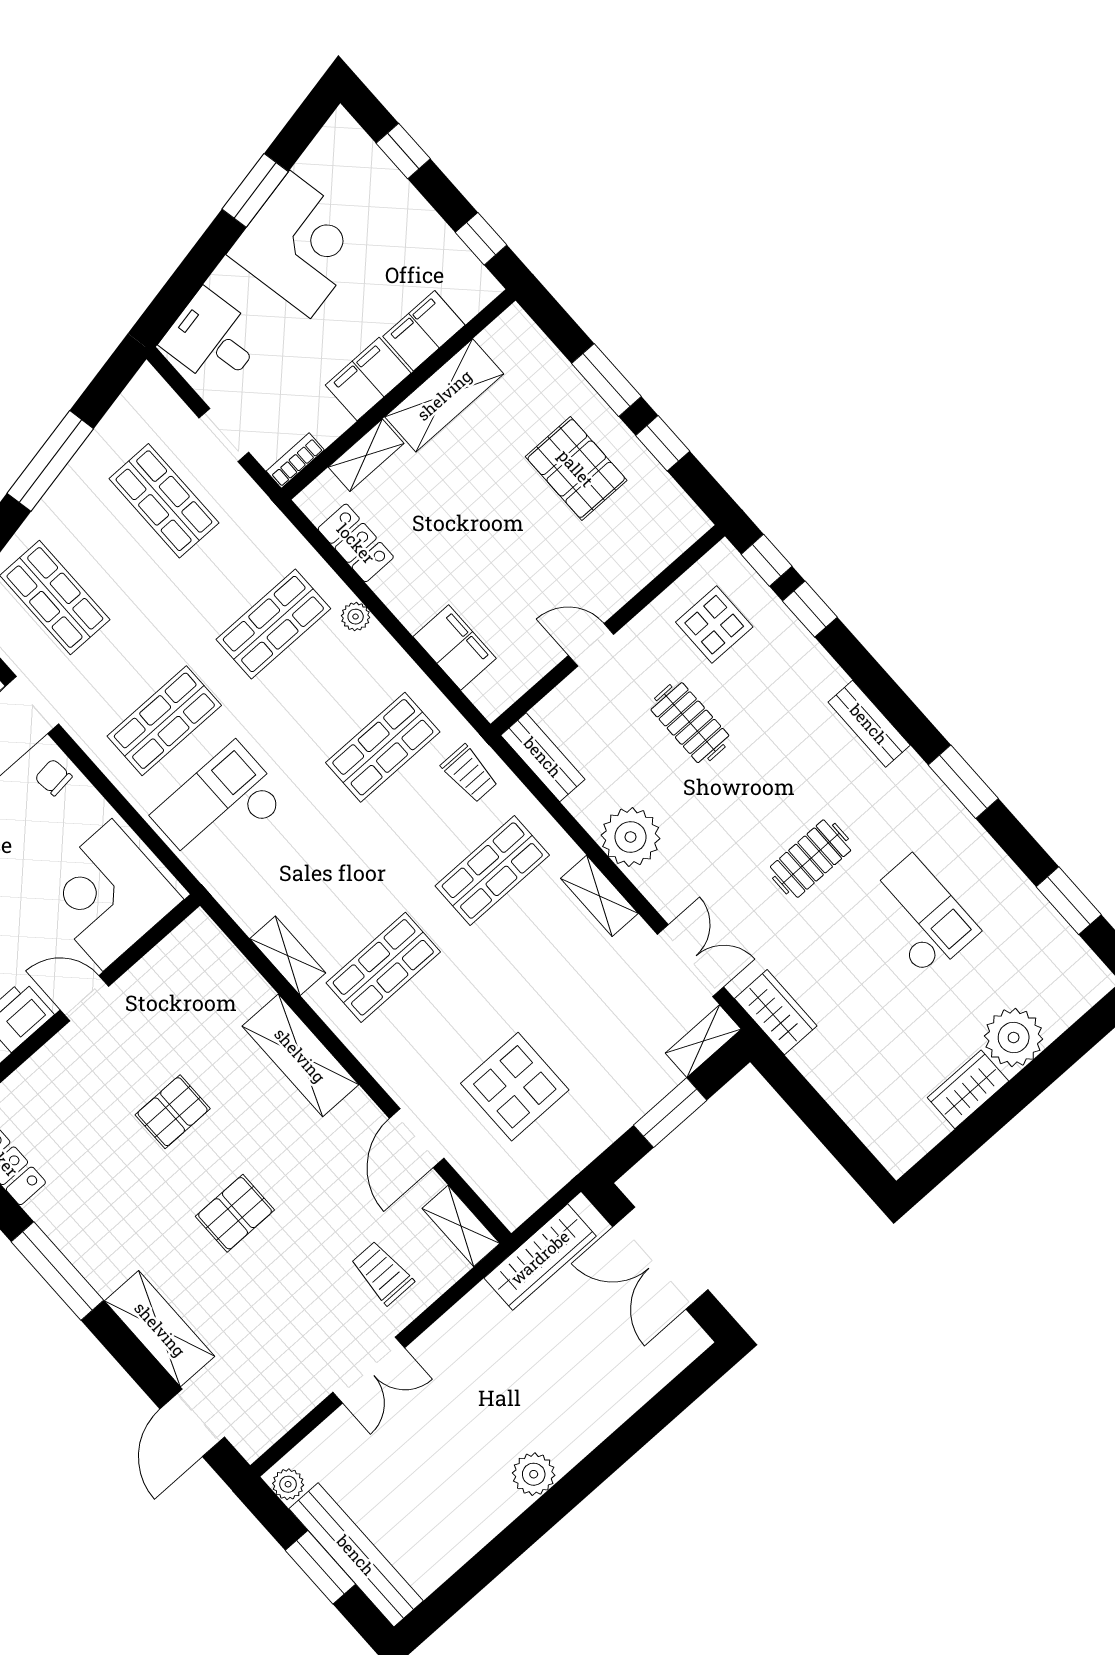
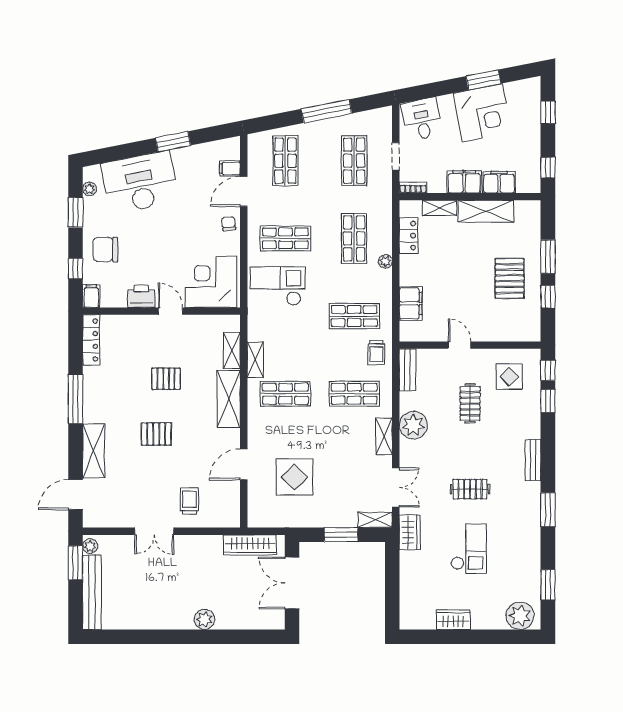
shop shelf: (273, 624) -> (354, 238), turned 90
checkout: (920, 916) -> (469, 549), moved
plant: (1014, 1038) -> (520, 616), moved
shelving: (461, 1226) -> (232, 350), moved
plant: (534, 1474) -> (204, 619), moved
window: (320, 1567) -> (76, 563), moved

